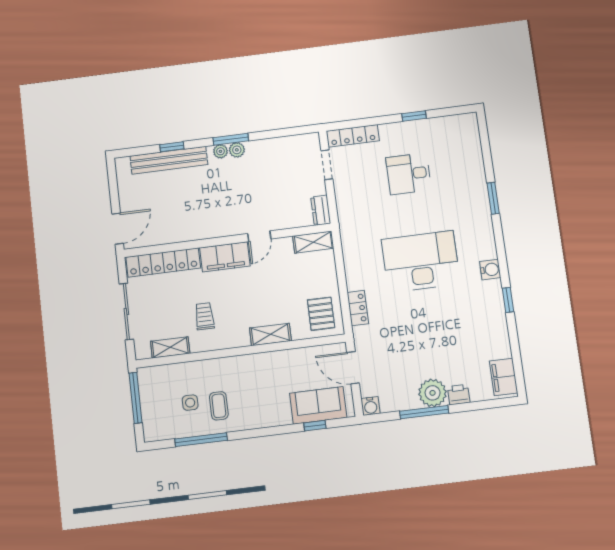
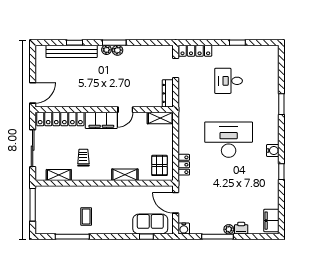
dresser: (321, 210) -> (168, 93), width x1.44
plant: (433, 393) -> (229, 229), width x0.53, depth x0.53
side table: (190, 403) -> (68, 212), removed

